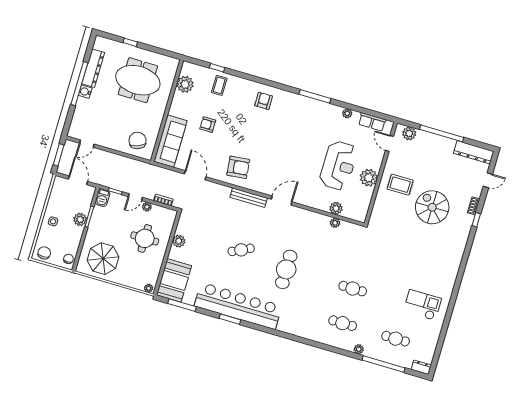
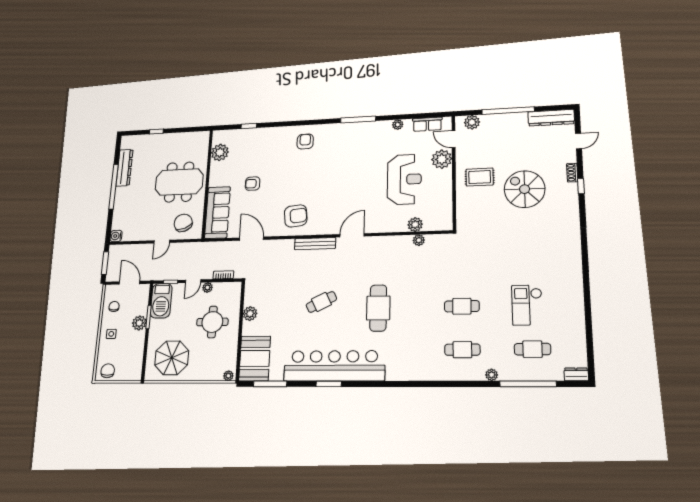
meeting table: (138, 80) -> (179, 182), moved
coffee table: (219, 85) -> (255, 142), removed
water cooler: (85, 92) -> (116, 236), moved
door: (87, 144) -> (162, 242), moved
plant: (369, 178) -> (442, 159), moved
barbecue: (103, 198) -> (161, 301), width x1.88, depth x1.53
chair: (68, 259) -> (114, 306), moved
checkout: (422, 305) -> (527, 305), moved, turned -90

